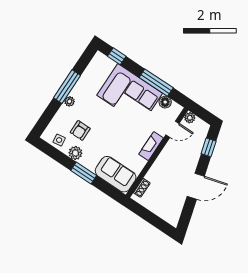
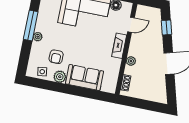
plant: (190, 118) -> (131, 61), moved
window: (84, 173) -> (73, 90), removed
sofa: (116, 174) -> (85, 77), moved

